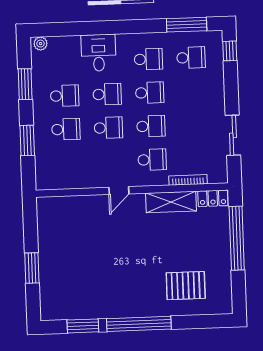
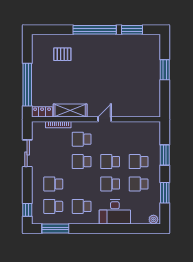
desk: (99, 53) -> (115, 212), width x1.37
school desk: (150, 93) -> (53, 184), moved
pallet: (186, 286) -> (62, 54), width x0.67, depth x0.71

